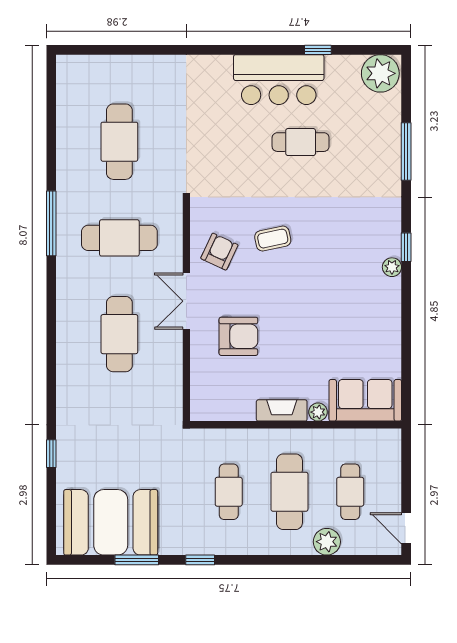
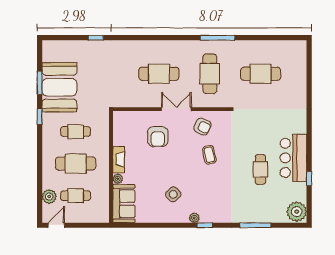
side table: (348, 307) -> (173, 194), added
booth: (111, 522) -> (59, 87), moved
plant: (327, 542) -> (49, 197), moved

